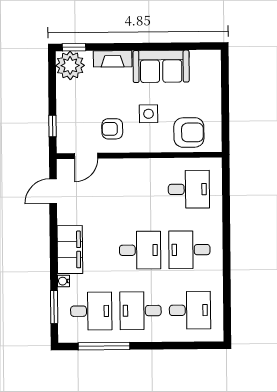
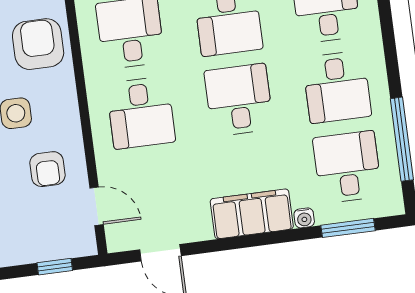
desk: (140, 190) -> (141, 113), added

